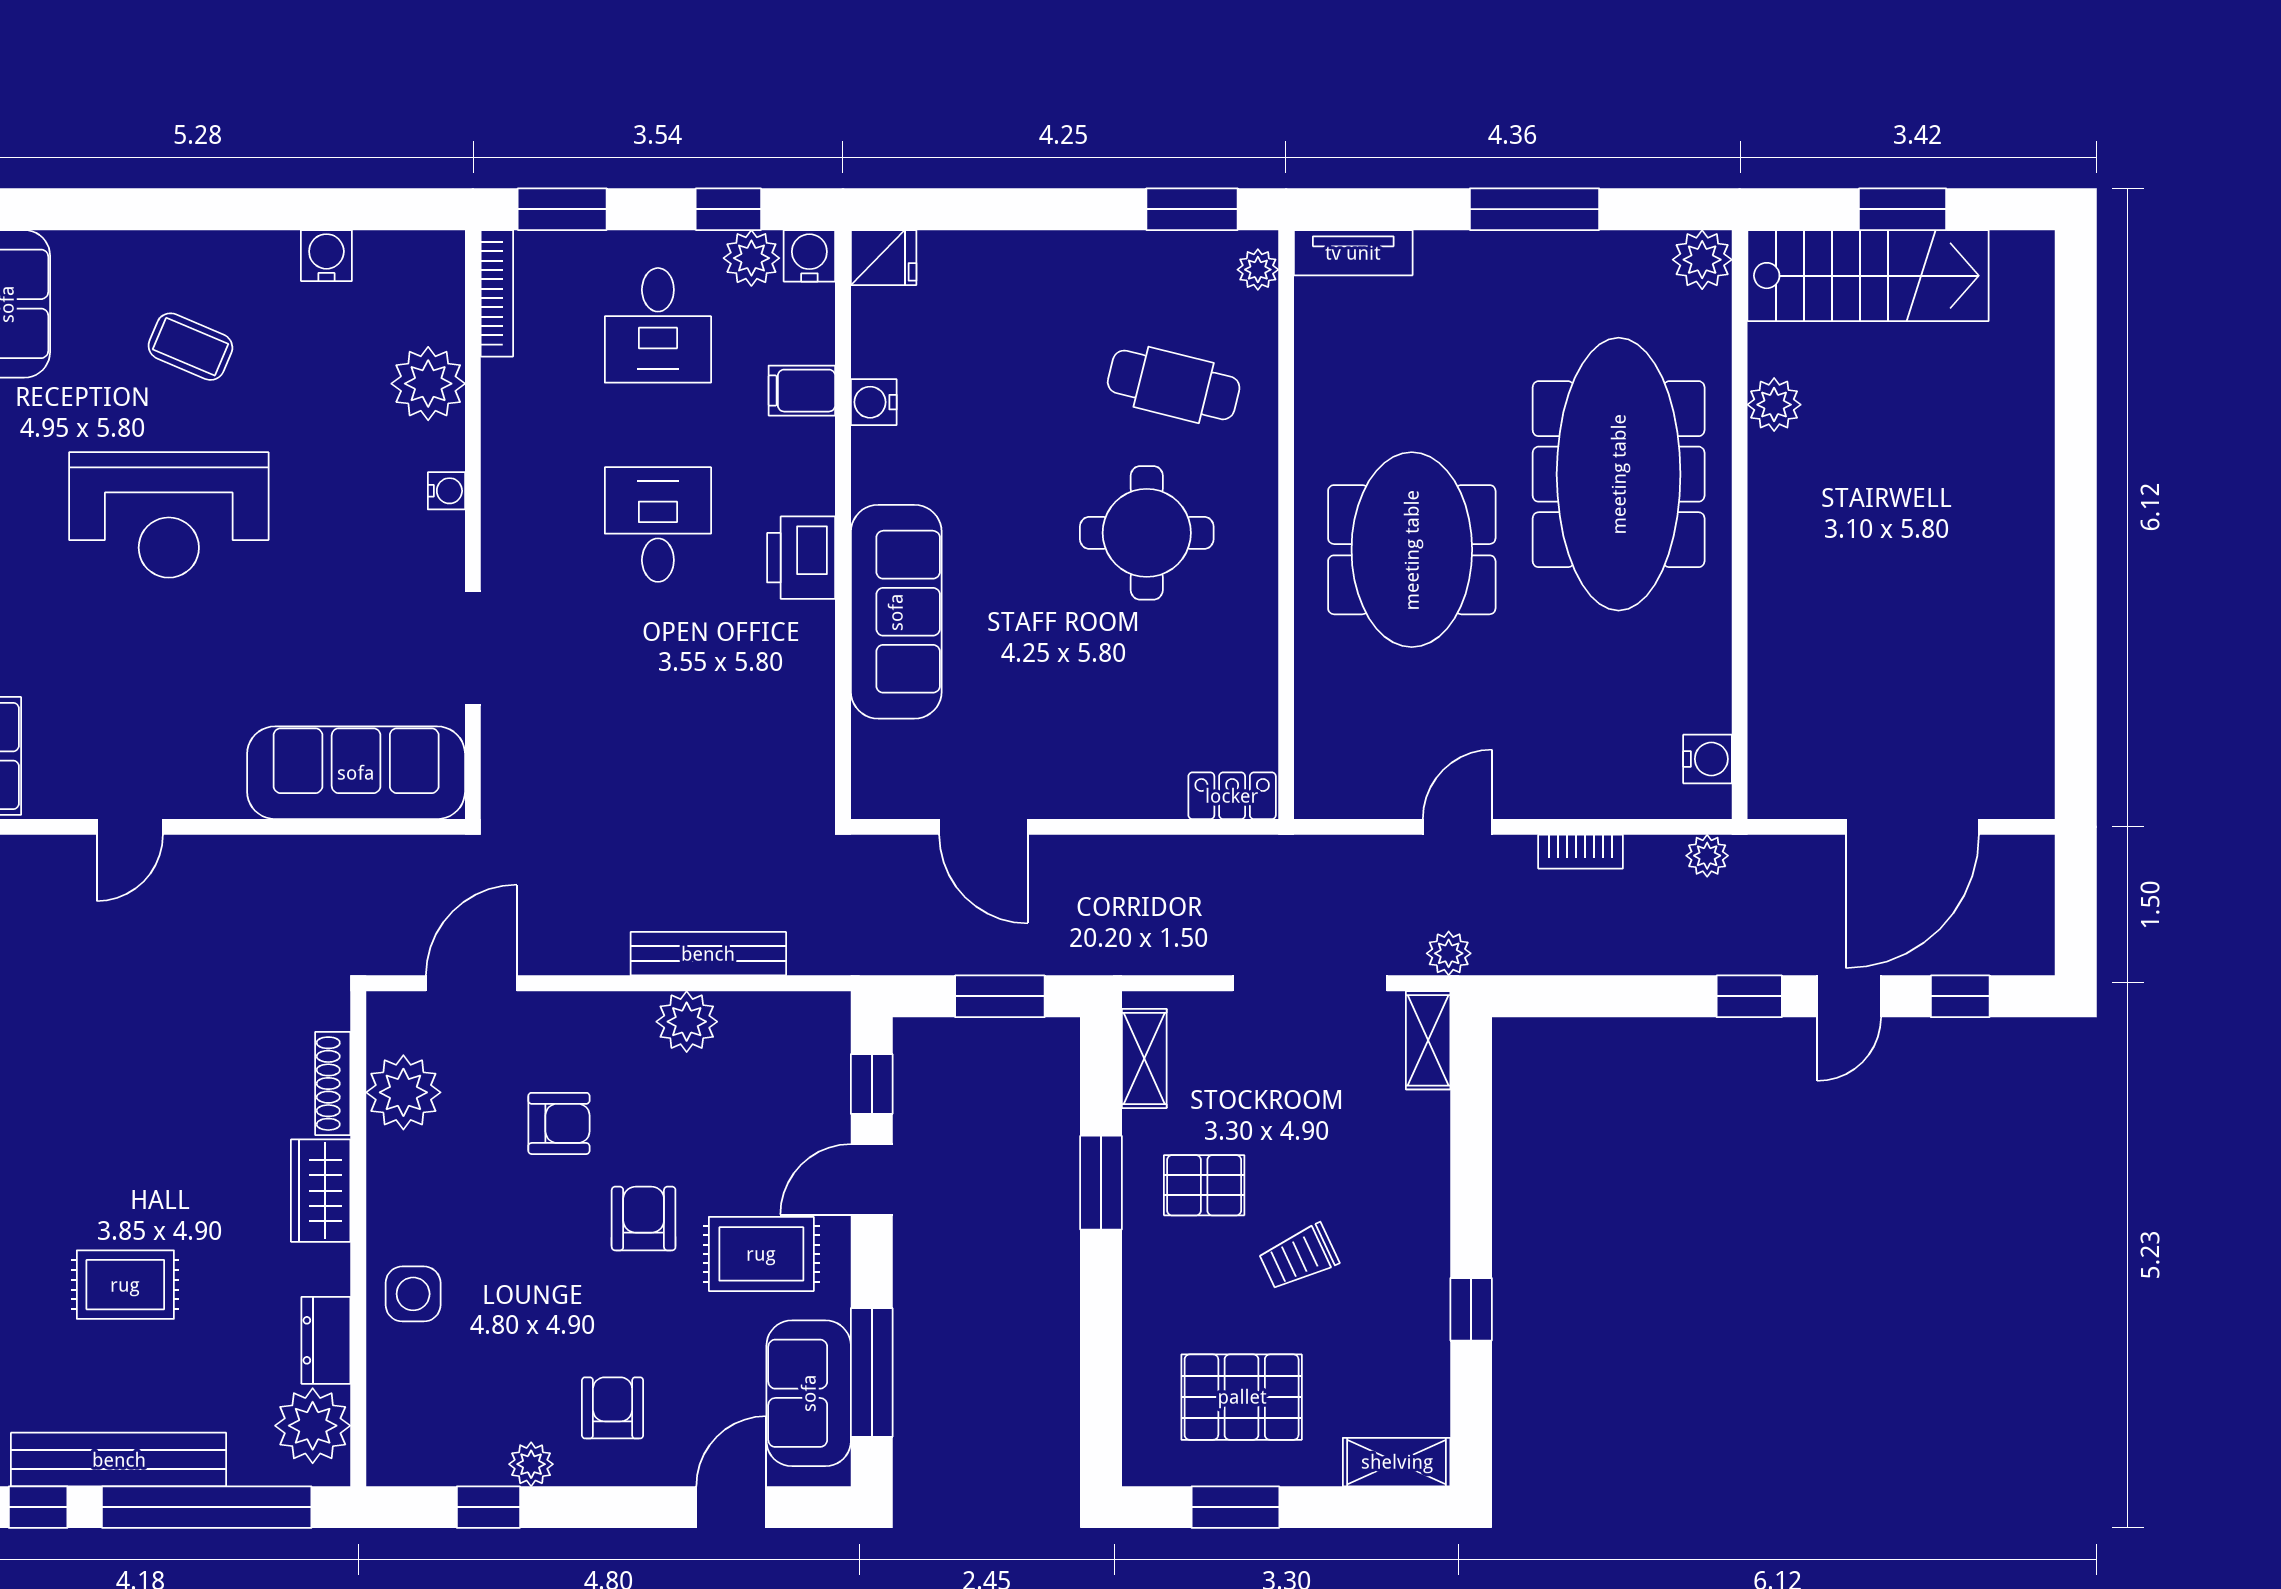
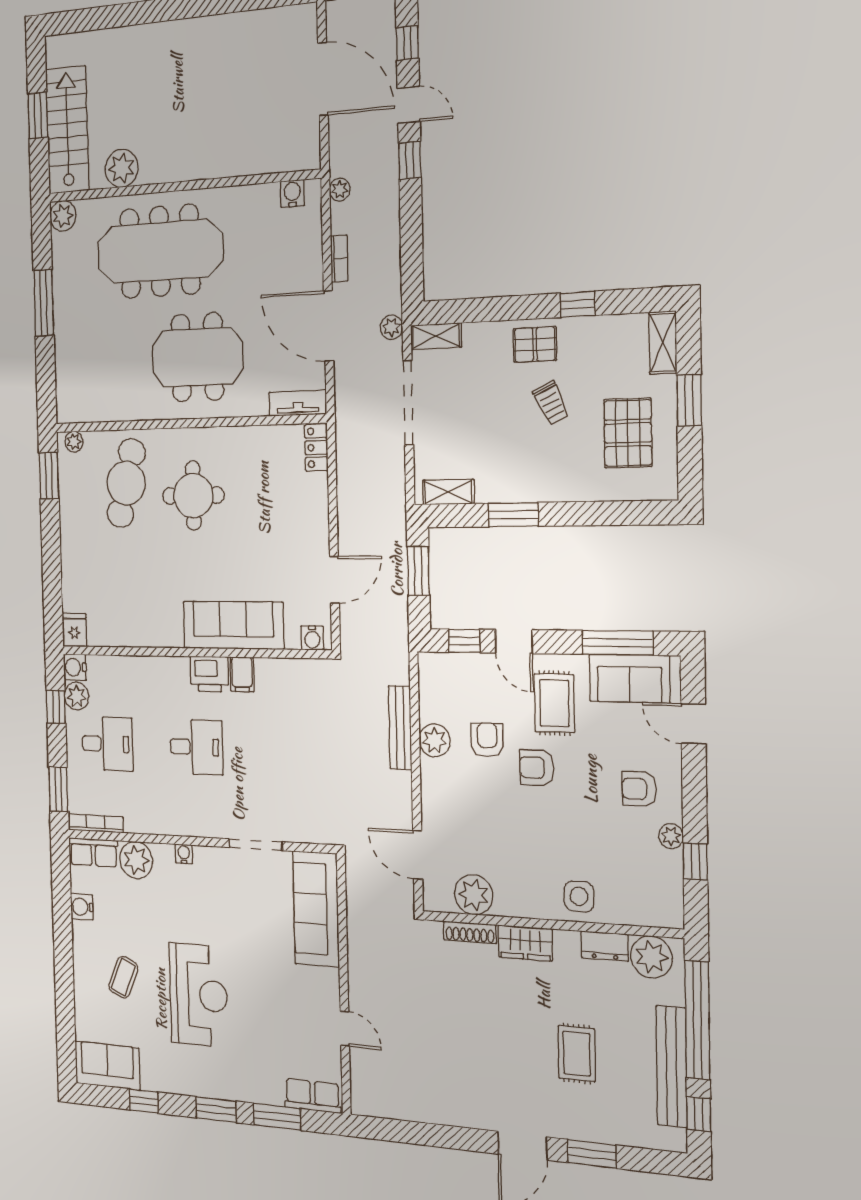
tv unit: (1353, 253) -> (298, 403), moved, turned -90
row of seats: (438, 286) -> (93, 852), added
cafe table: (1174, 385) -> (126, 483), width x1.37, depth x1.35
filing cabinet: (802, 391) -> (242, 674), moved
water cooler: (874, 402) -> (312, 638), moved
plant: (1774, 405) -> (122, 168), width x1.36, depth x1.36
desk: (658, 525) -> (196, 747), turned 180
door: (1458, 827) -> (329, 326), width x1.87
armchair: (559, 1123) -> (487, 740), moved
pallet: (1204, 1185) -> (535, 344), moved, turned 90
window: (1235, 1507) -> (689, 400), moved

